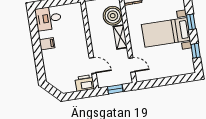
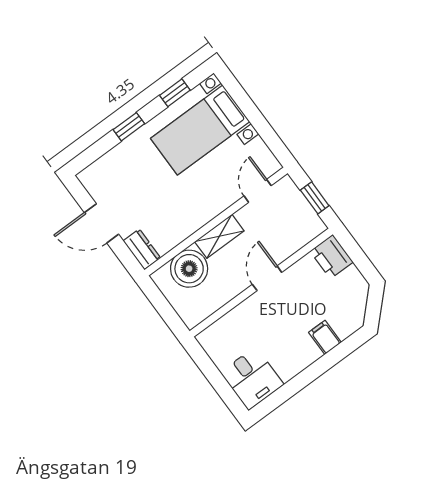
bed with nightstands: (166, 32) -> (200, 130), moved, turned 90
filing cabinet: (47, 44) -> (325, 337), moved
door: (93, 65) -> (267, 278), moved

